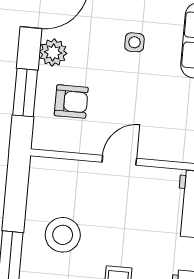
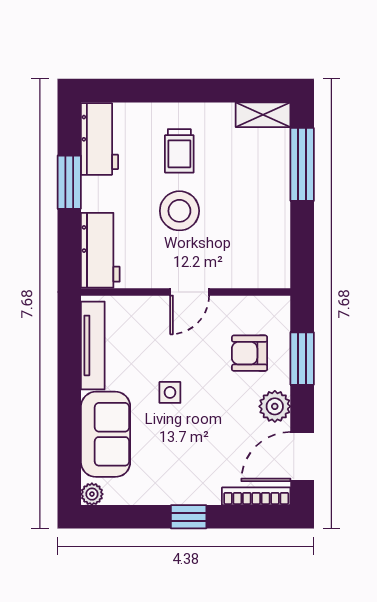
side table: (134, 42) -> (170, 392), moved
stool: (63, 235) -> (179, 211), moved

